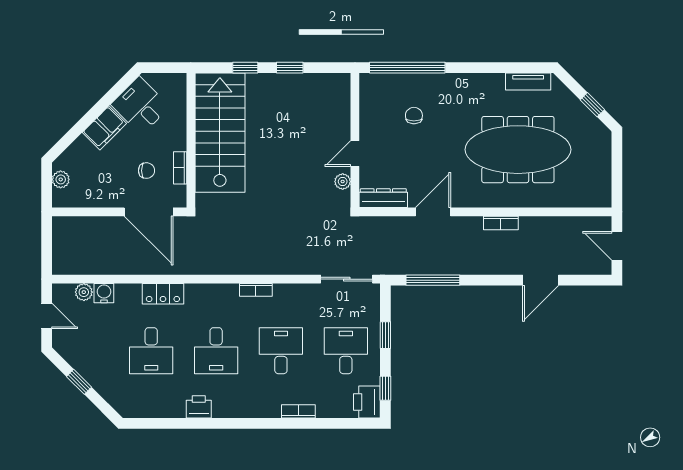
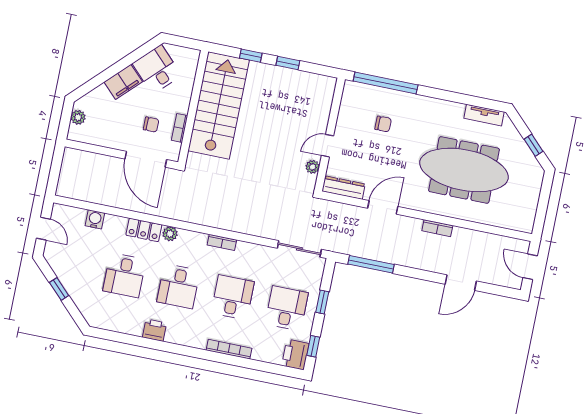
chair: (414, 116) -> (383, 124), turned 90
plant: (84, 292) -> (170, 234), moved
bookcase: (298, 411) -> (229, 349), width x1.56

